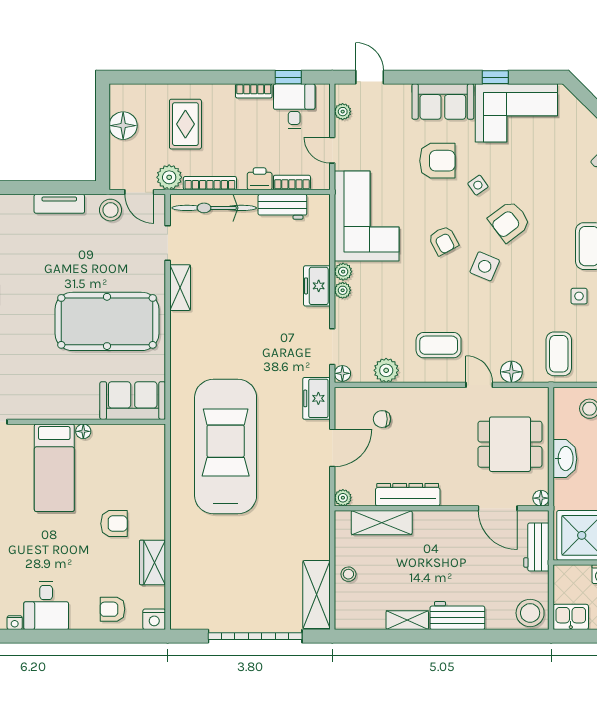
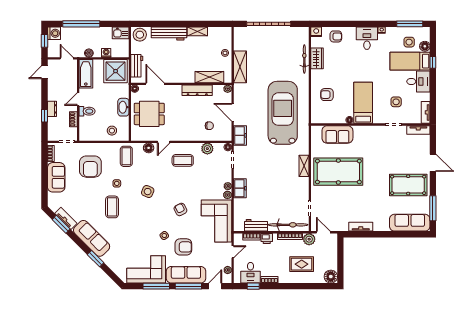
door: (370, 77) -> (215, 286), swing flipped
window: (426, 77) -> (188, 286), added
window: (495, 77) -> (156, 286), width x2.17
sofa: (443, 102) -> (186, 275), width x1.36
rug: (185, 124) -> (302, 264), turned 90
floor lamp: (123, 126) -> (331, 277), moved
door: (332, 150) -> (233, 252), hinge flipped
armchair: (437, 161) -> (183, 247), turned 180
stool: (111, 210) -> (337, 224), removed
armchair: (509, 221) -> (150, 218), removed
side table: (485, 266) -> (148, 192), moved
shelving: (180, 288) -> (304, 166), moved
door: (479, 385) -> (164, 142), hinge flipped
sofa: (133, 401) -> (337, 134), moved
car: (226, 447) -> (283, 113), turned 180
door: (332, 448) -> (233, 112), hinge flipped
armchair: (114, 524) -> (327, 95), moved
bicycle: (179, 561) -> (304, 59), added
shelving: (316, 595) -> (240, 67), moved
workbench: (457, 616) -> (169, 33), width x1.38

